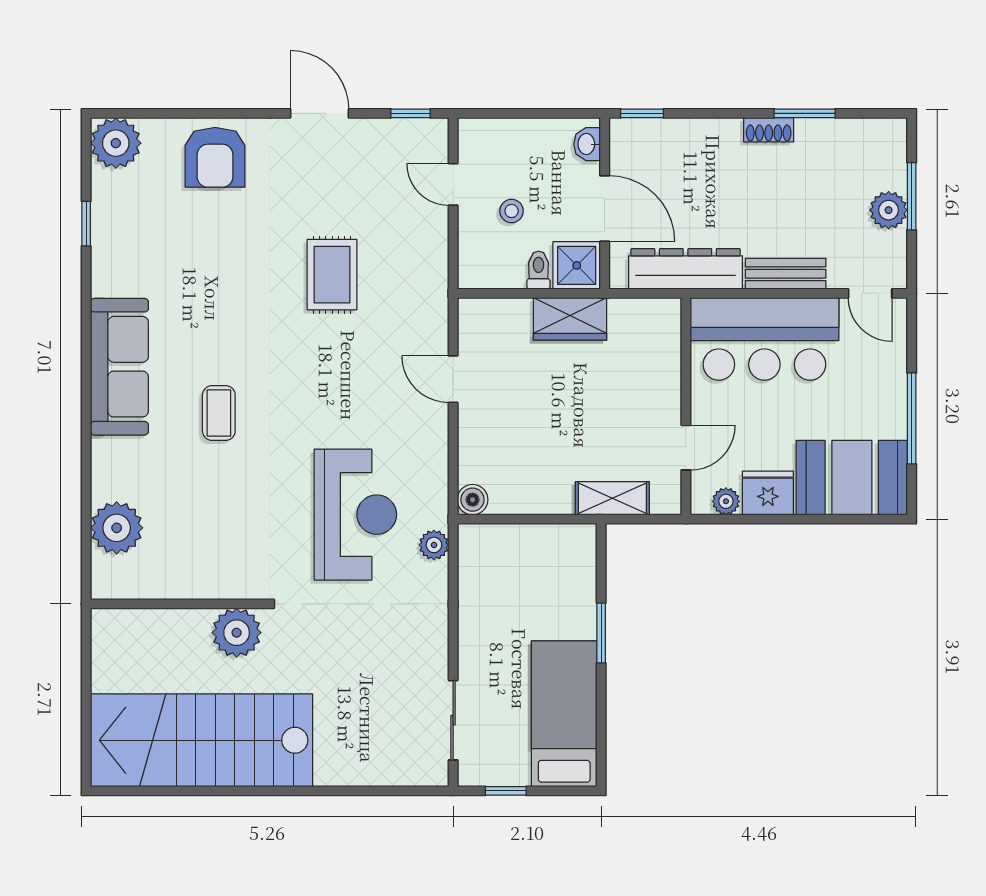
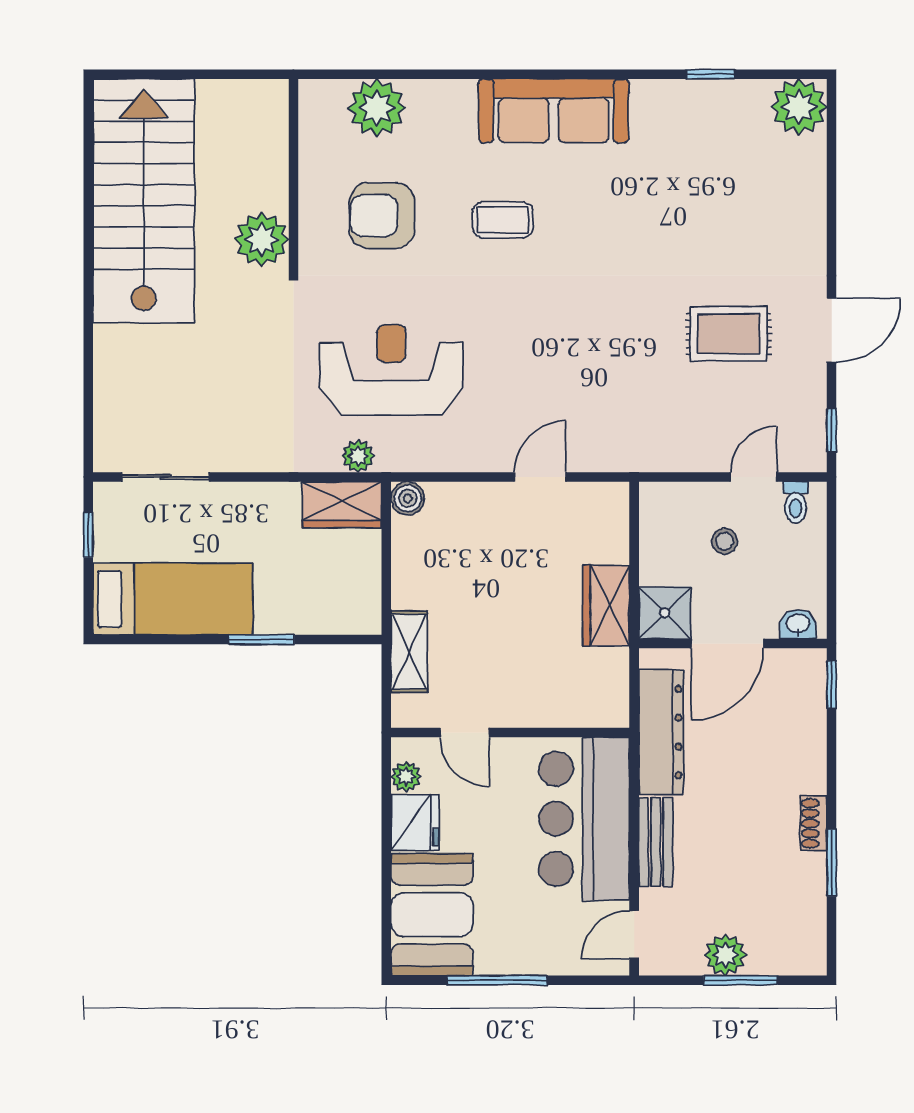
armchair: (215, 157) -> (382, 216), moved
toilet: (539, 270) -> (796, 502), moved, turned 90
rug: (332, 275) -> (729, 334), moved
reception desk: (355, 515) -> (391, 370), turned 180
wardrobe: (478, 560) -> (342, 505), added

